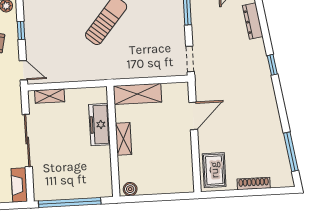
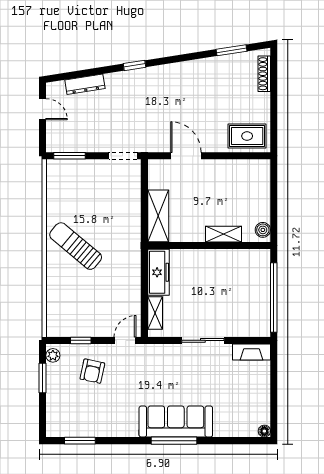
freezer: (100, 125) -> (159, 272), moved, turned -90
shelving: (124, 139) -> (223, 234), moved
sliding door: (27, 141) -> (203, 340), width x0.73
window: (291, 152) -> (231, 50), width x0.69
shoe rack: (254, 184) -> (264, 74), moved

